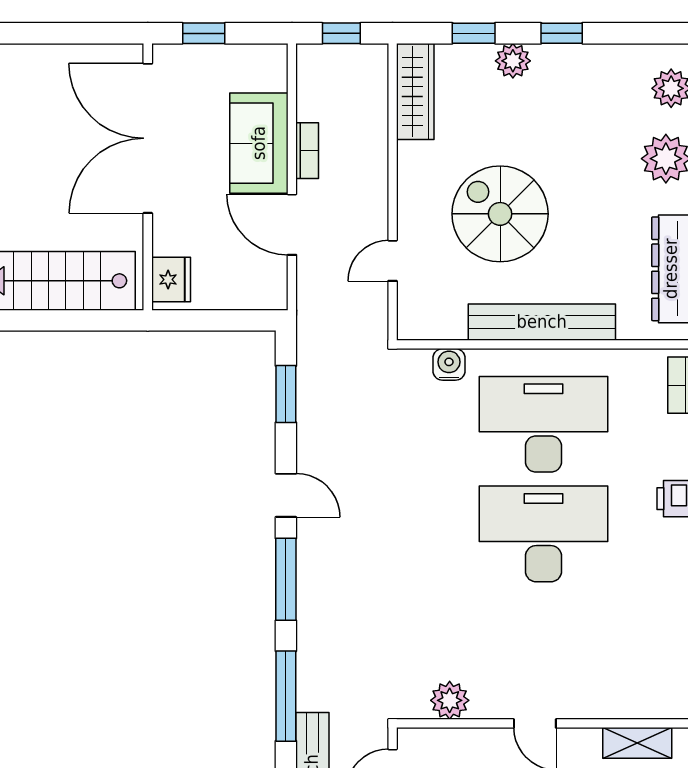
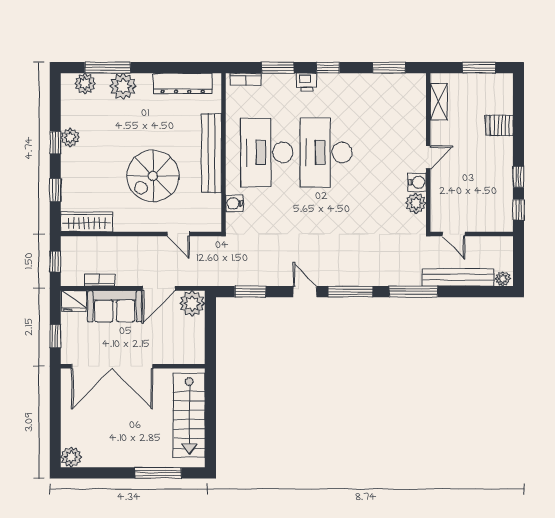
plant: (513, 61) -> (70, 137), moved
bookcase: (307, 151) -> (99, 280), moved
fridge: (171, 280) -> (74, 301), moved, turned 180
plant: (264, 286) -> (192, 303), added
door: (286, 495) -> (305, 292), hinge flipped
water cooler: (488, 703) -> (417, 182), added

